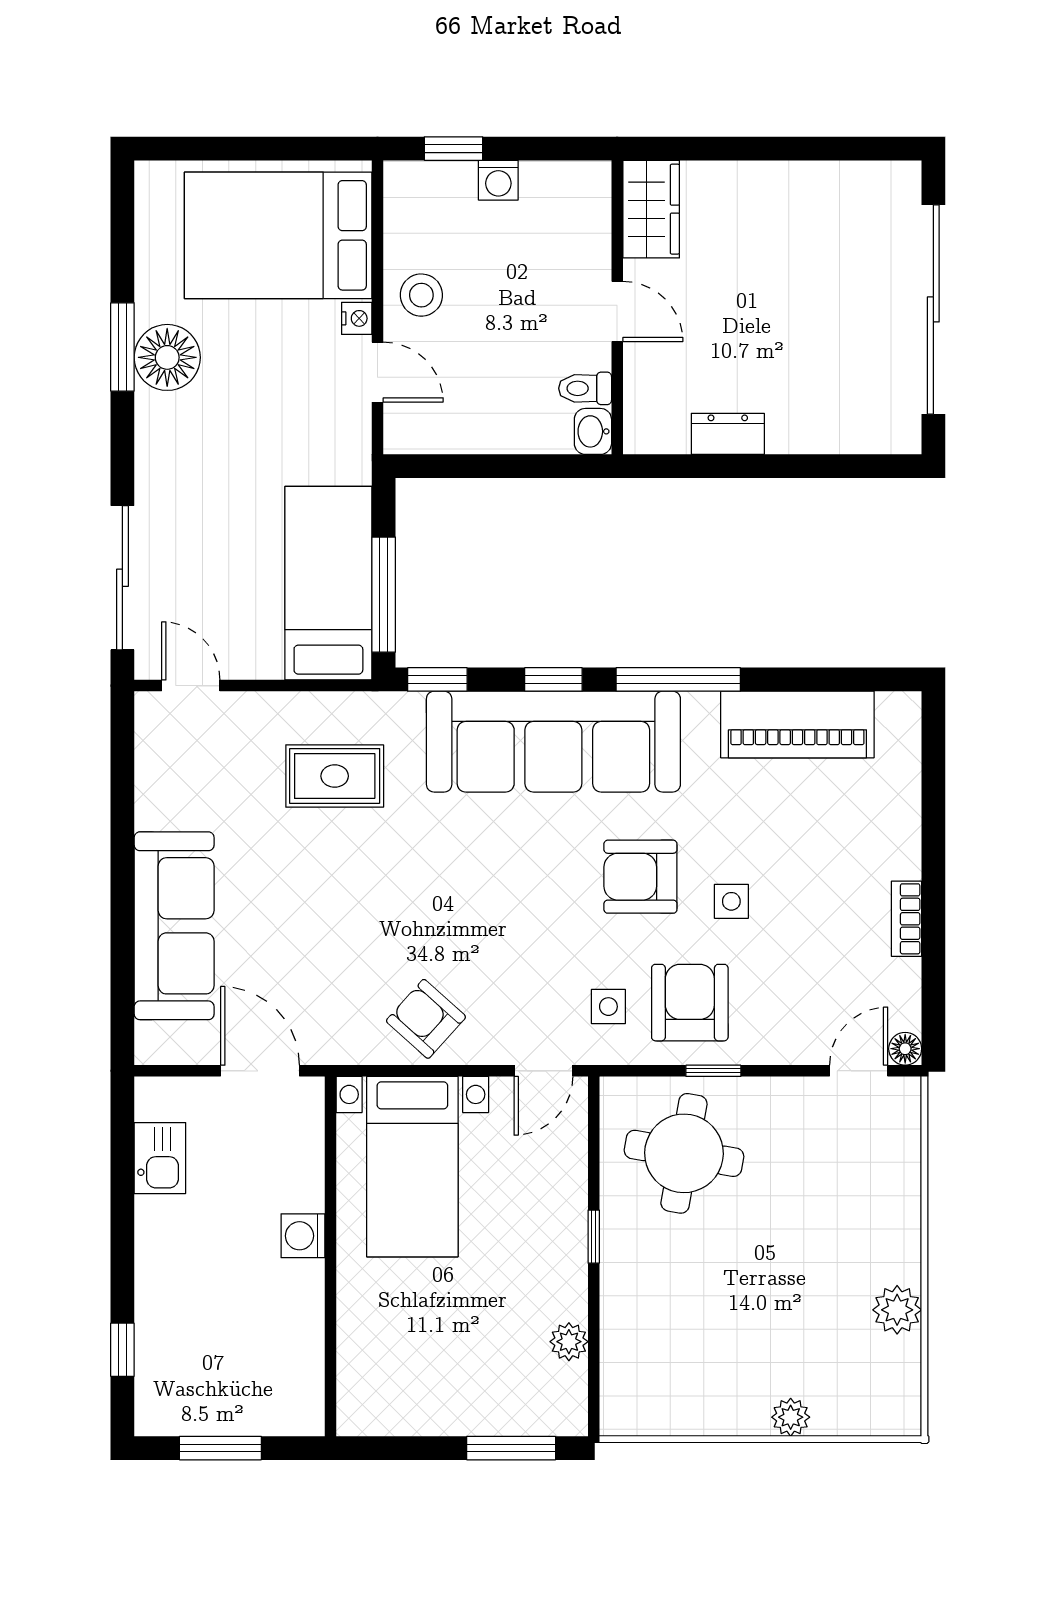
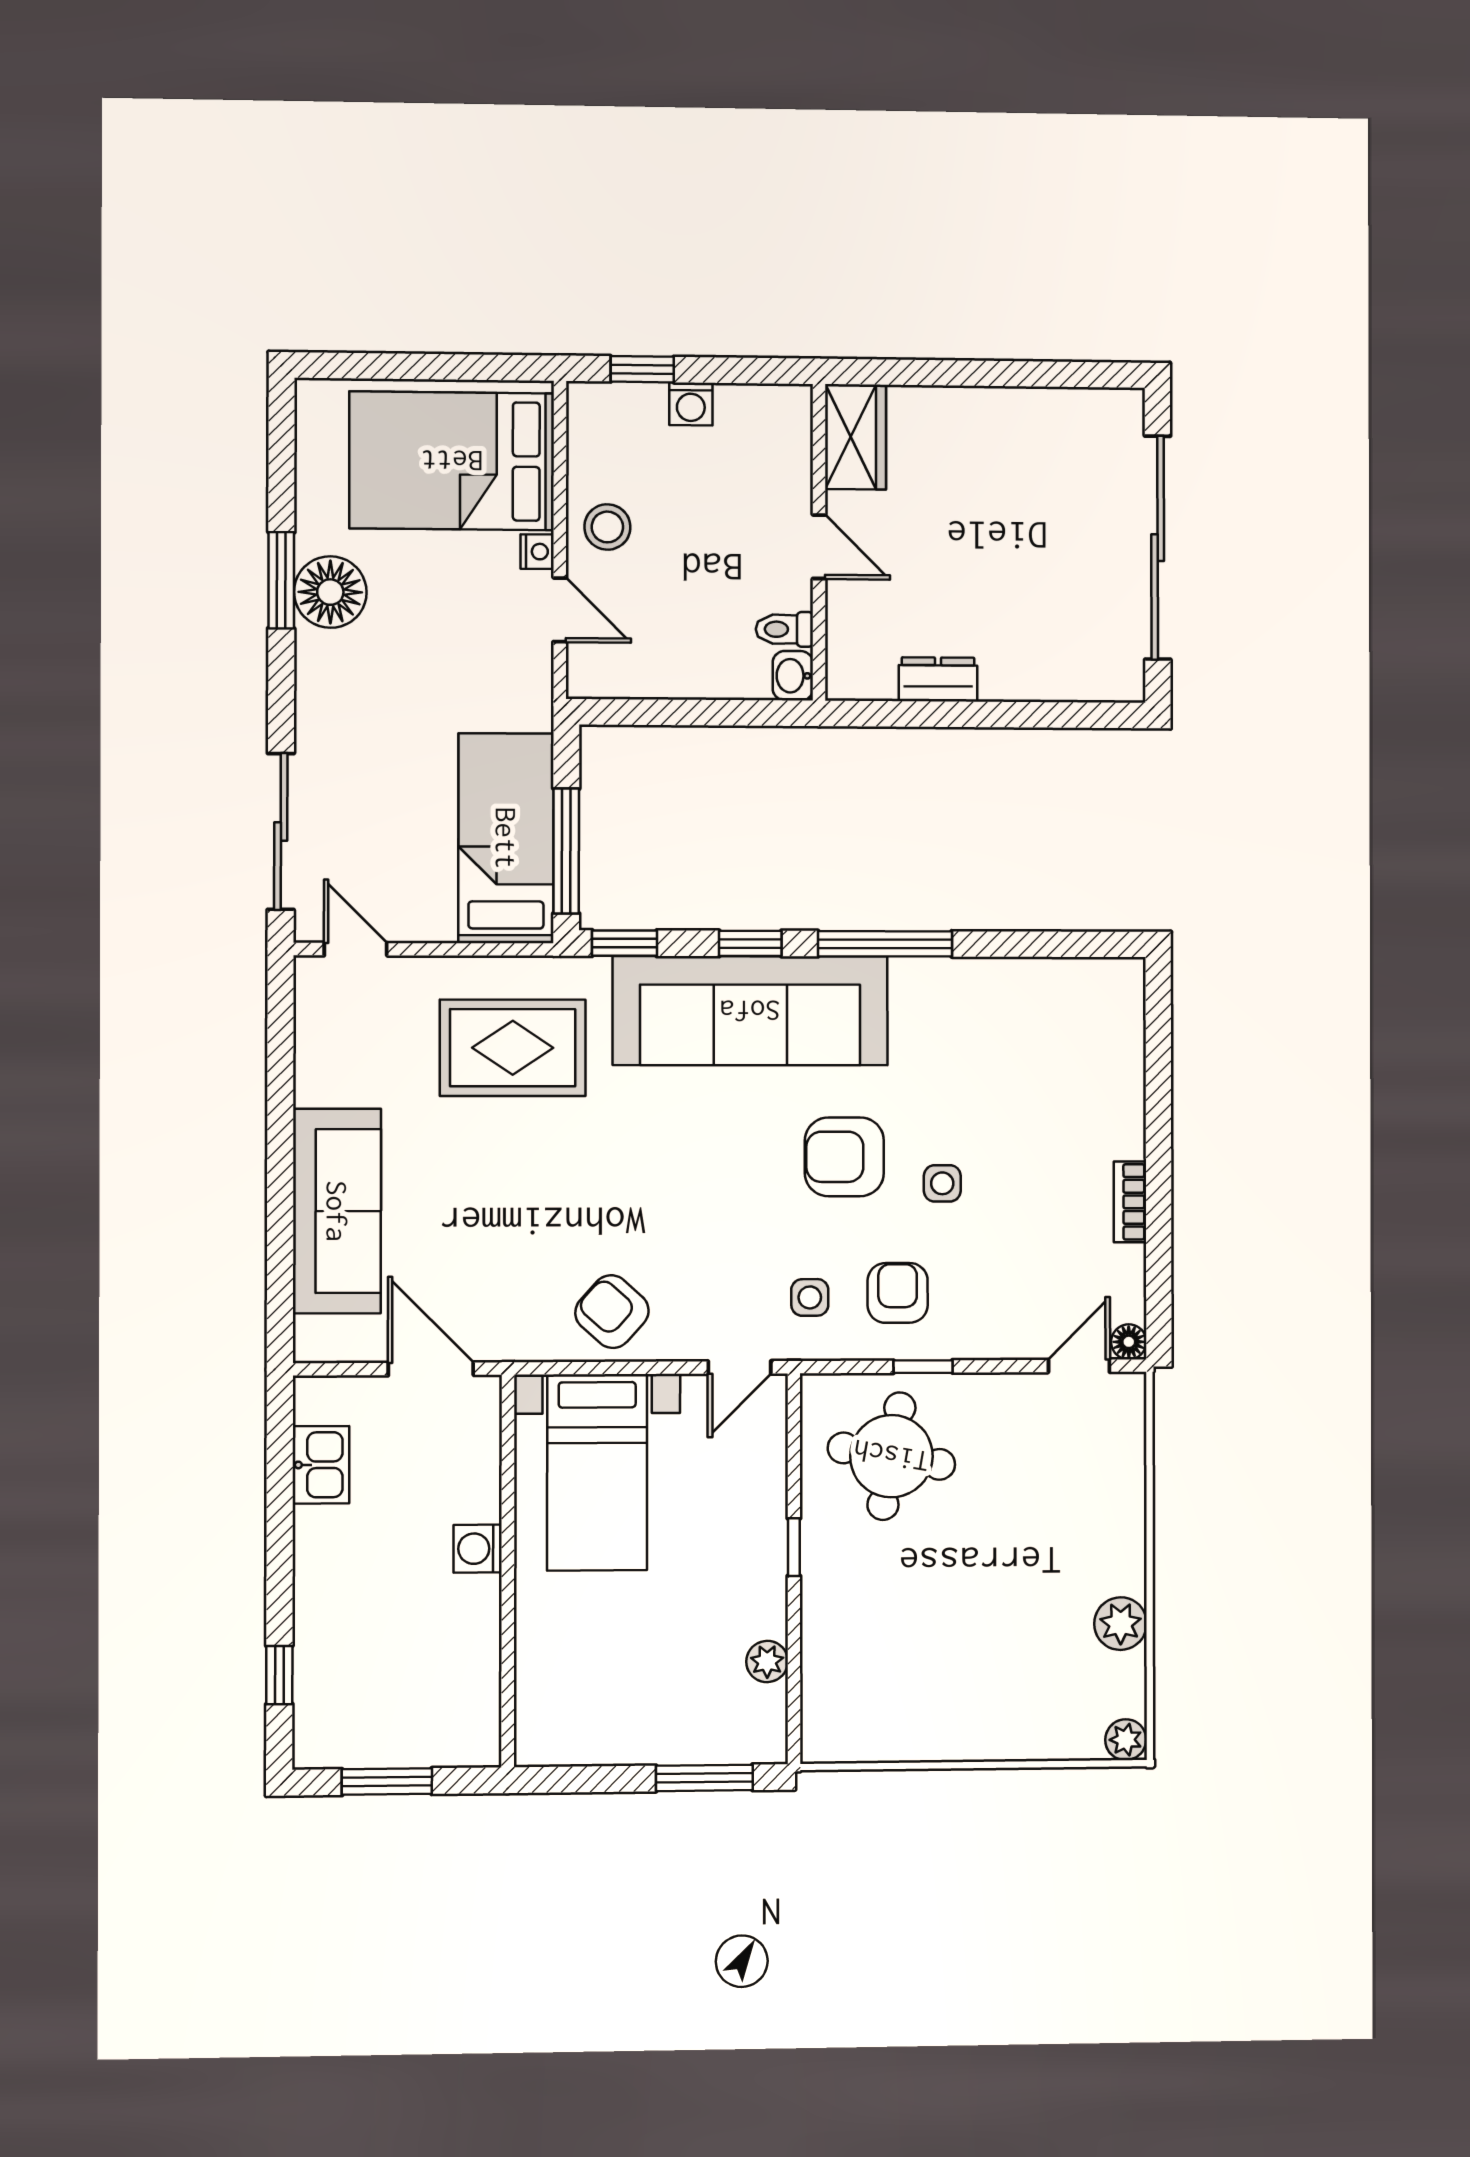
piano: (797, 725) -> (1013, 993), removed
rug: (335, 776) -> (513, 1048), width x1.36, depth x1.43
armchair: (690, 1003) -> (898, 1293), width x0.72, depth x0.72
plant: (791, 1417) -> (1126, 1740), moved

